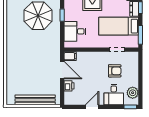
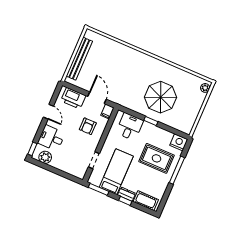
door: (62, 70) -> (97, 98), swing flipped
armchair: (115, 71) -> (88, 126), moved
printer: (69, 86) -> (73, 98), width x1.87, depth x1.48

